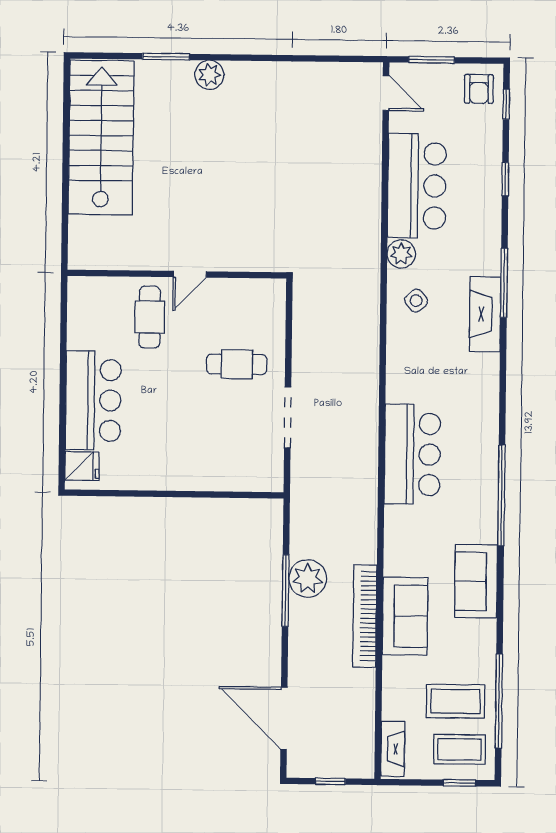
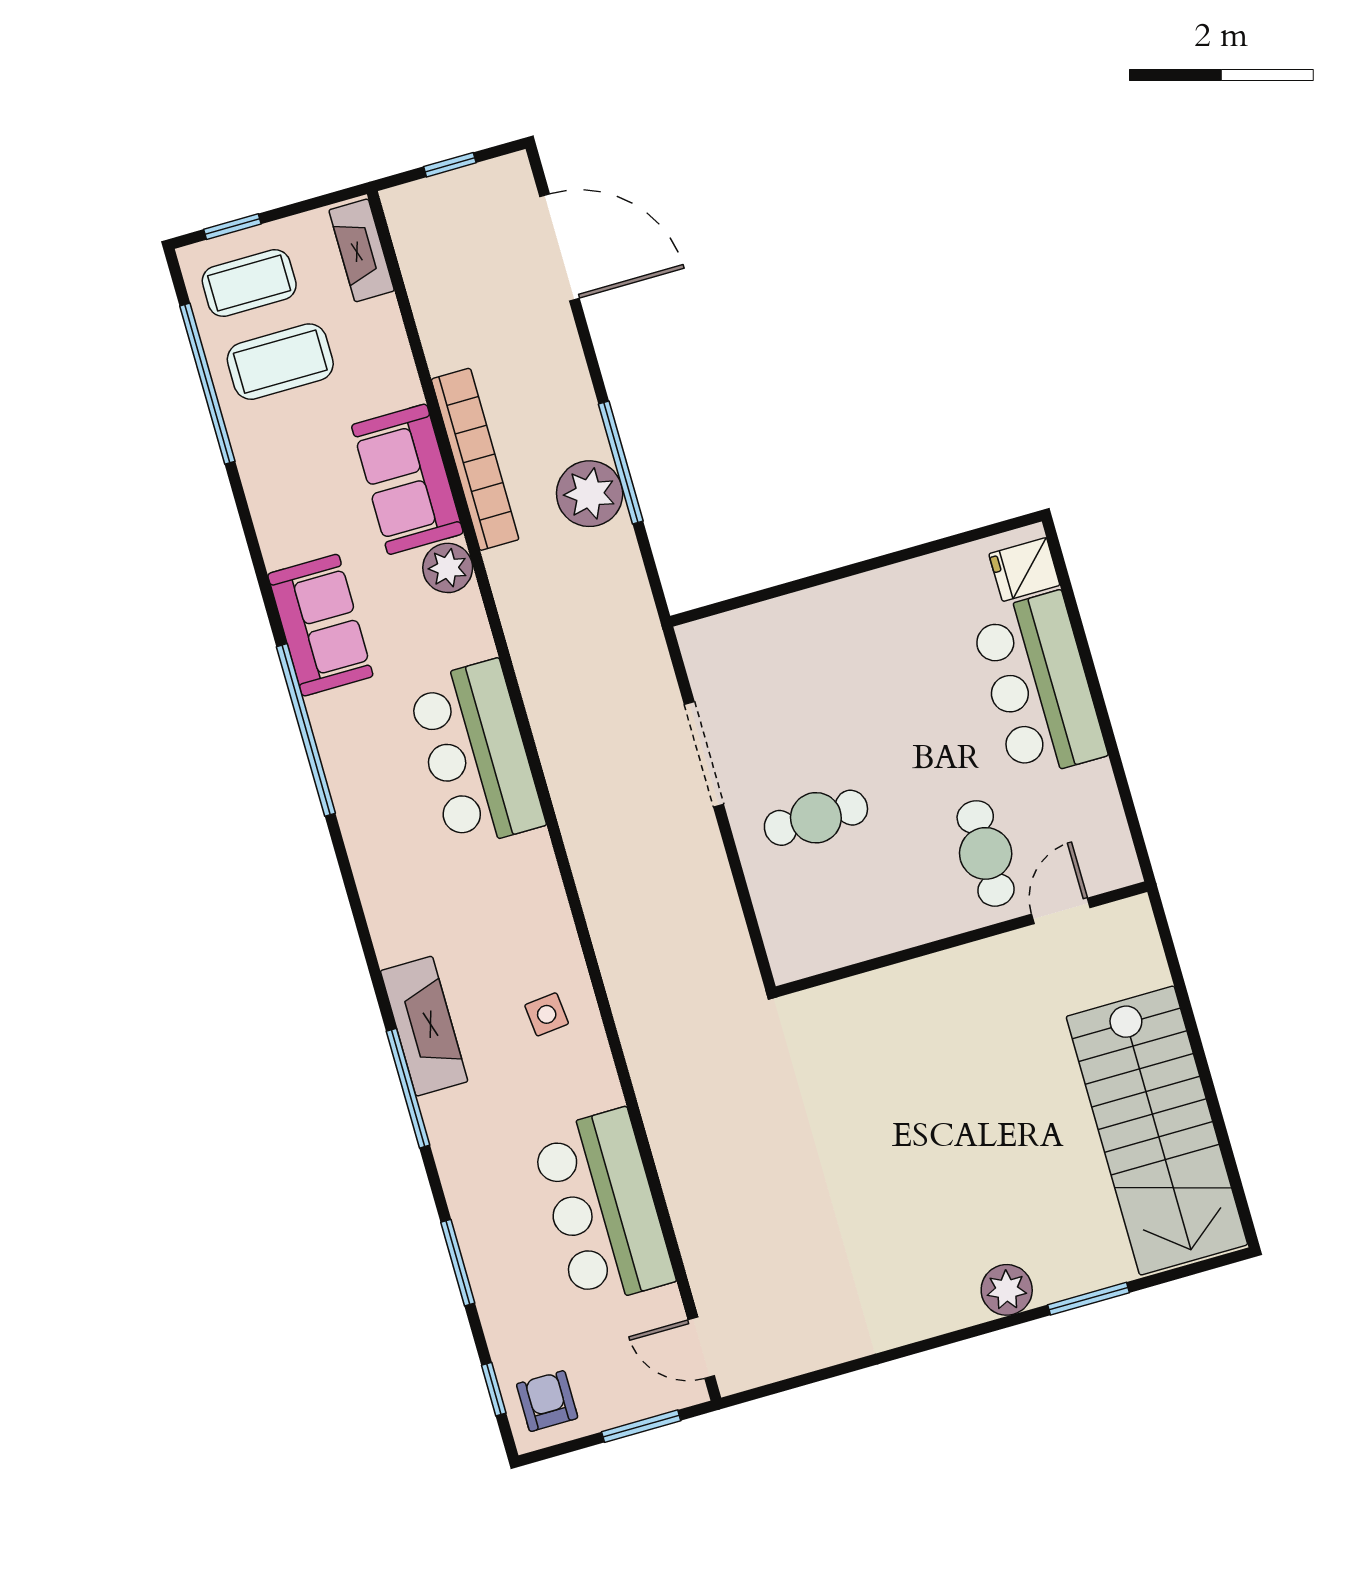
window: (505, 179) -> (458, 1263), width x1.50
plant: (401, 254) -> (448, 568), moved
door: (190, 274) -> (1061, 911), moved
side table: (416, 301) -> (547, 1014), turned 35
sofa: (476, 581) -> (320, 625), moved

